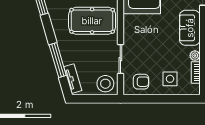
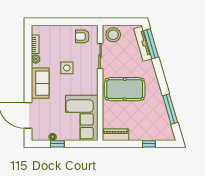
window: (58, 60) -> (151, 44), moved
tv unit: (73, 79) -> (143, 44), width x1.41
side table: (170, 79) -> (67, 68), moved

